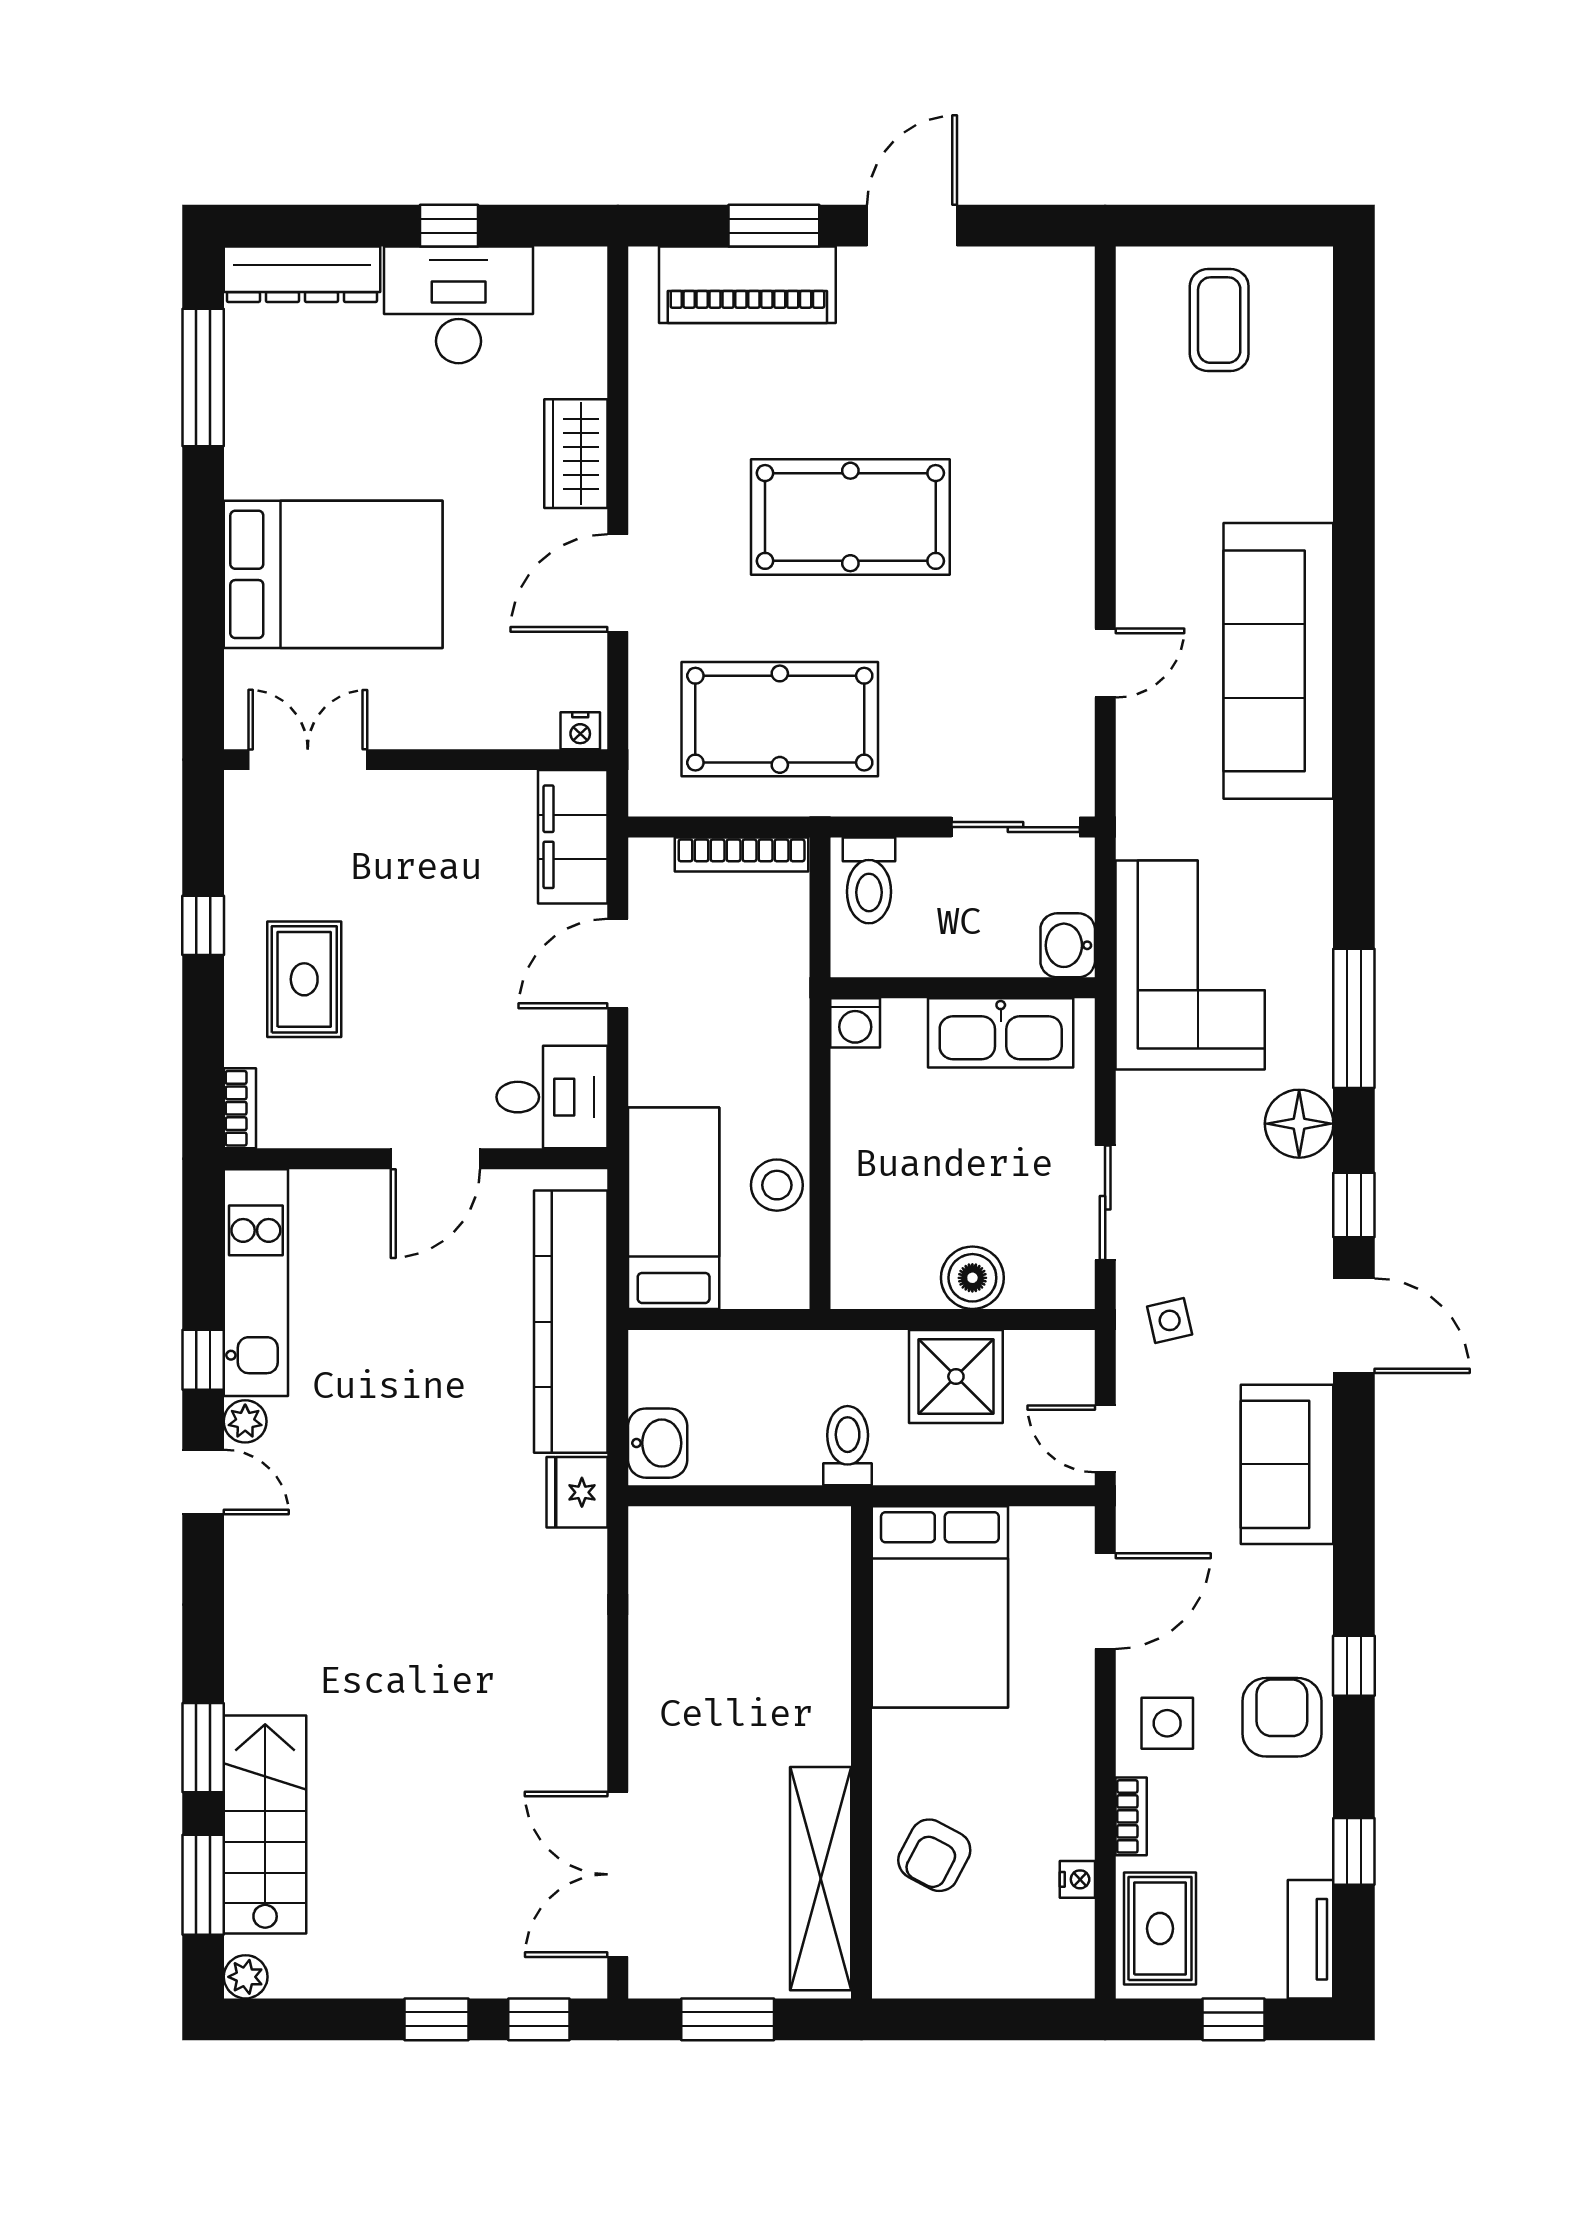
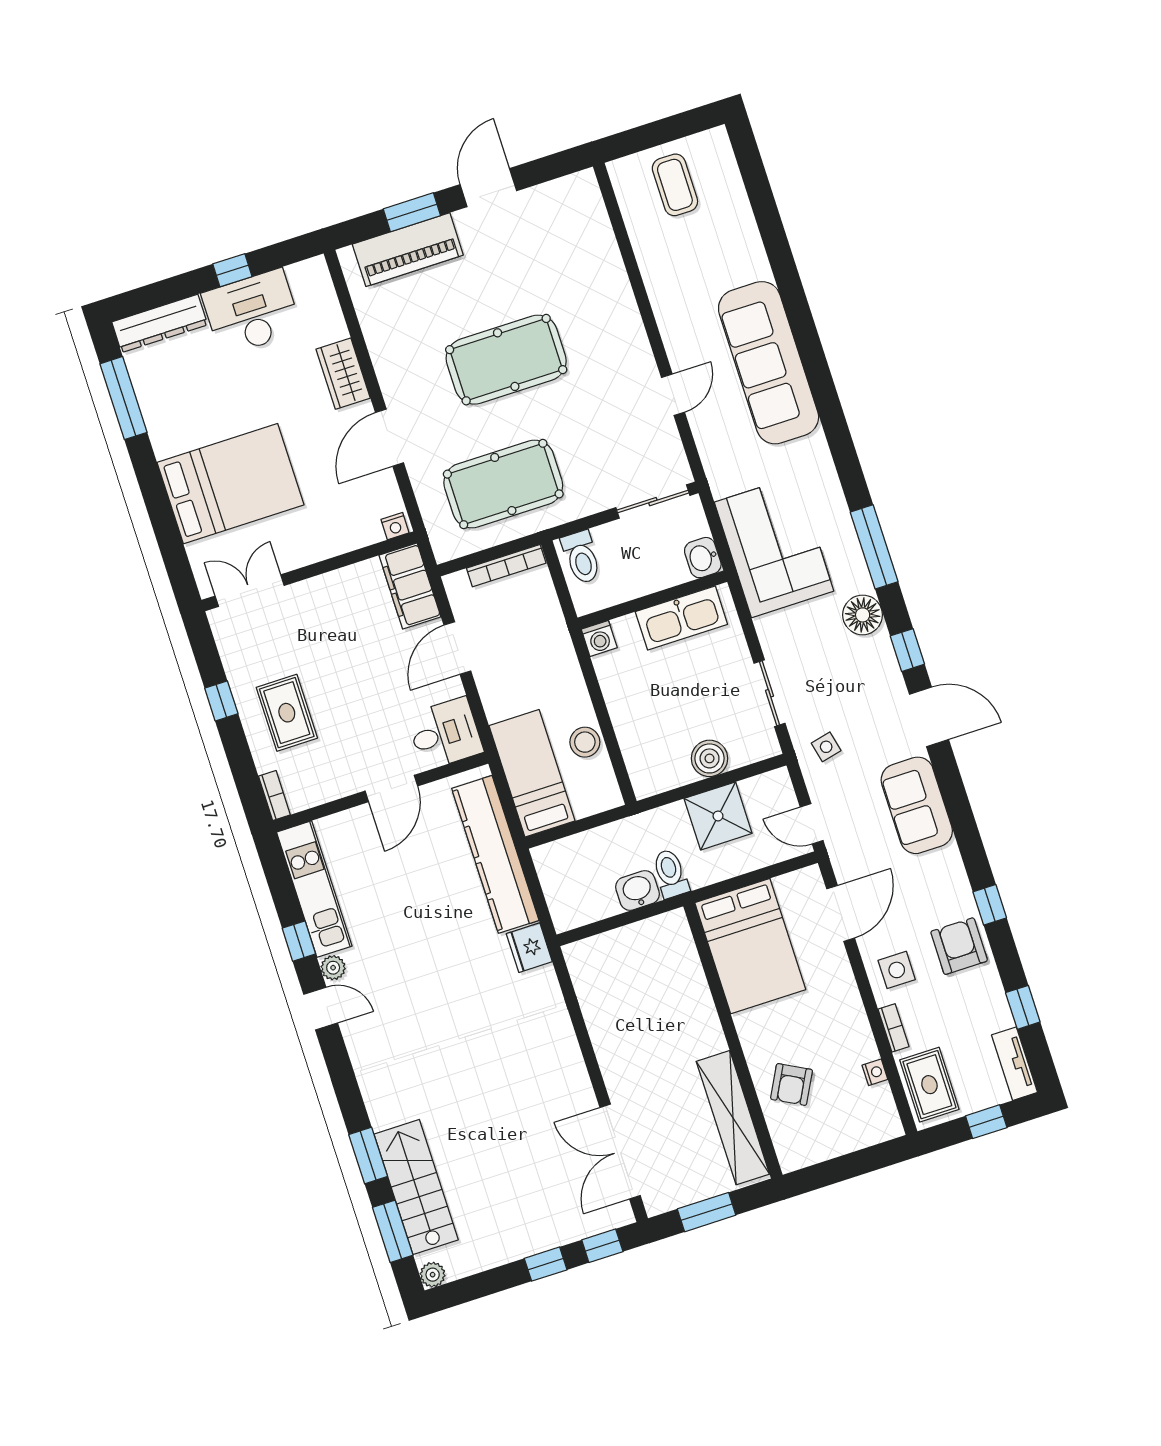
washbasin: (658, 1443) -> (637, 890), moved, turned -90

